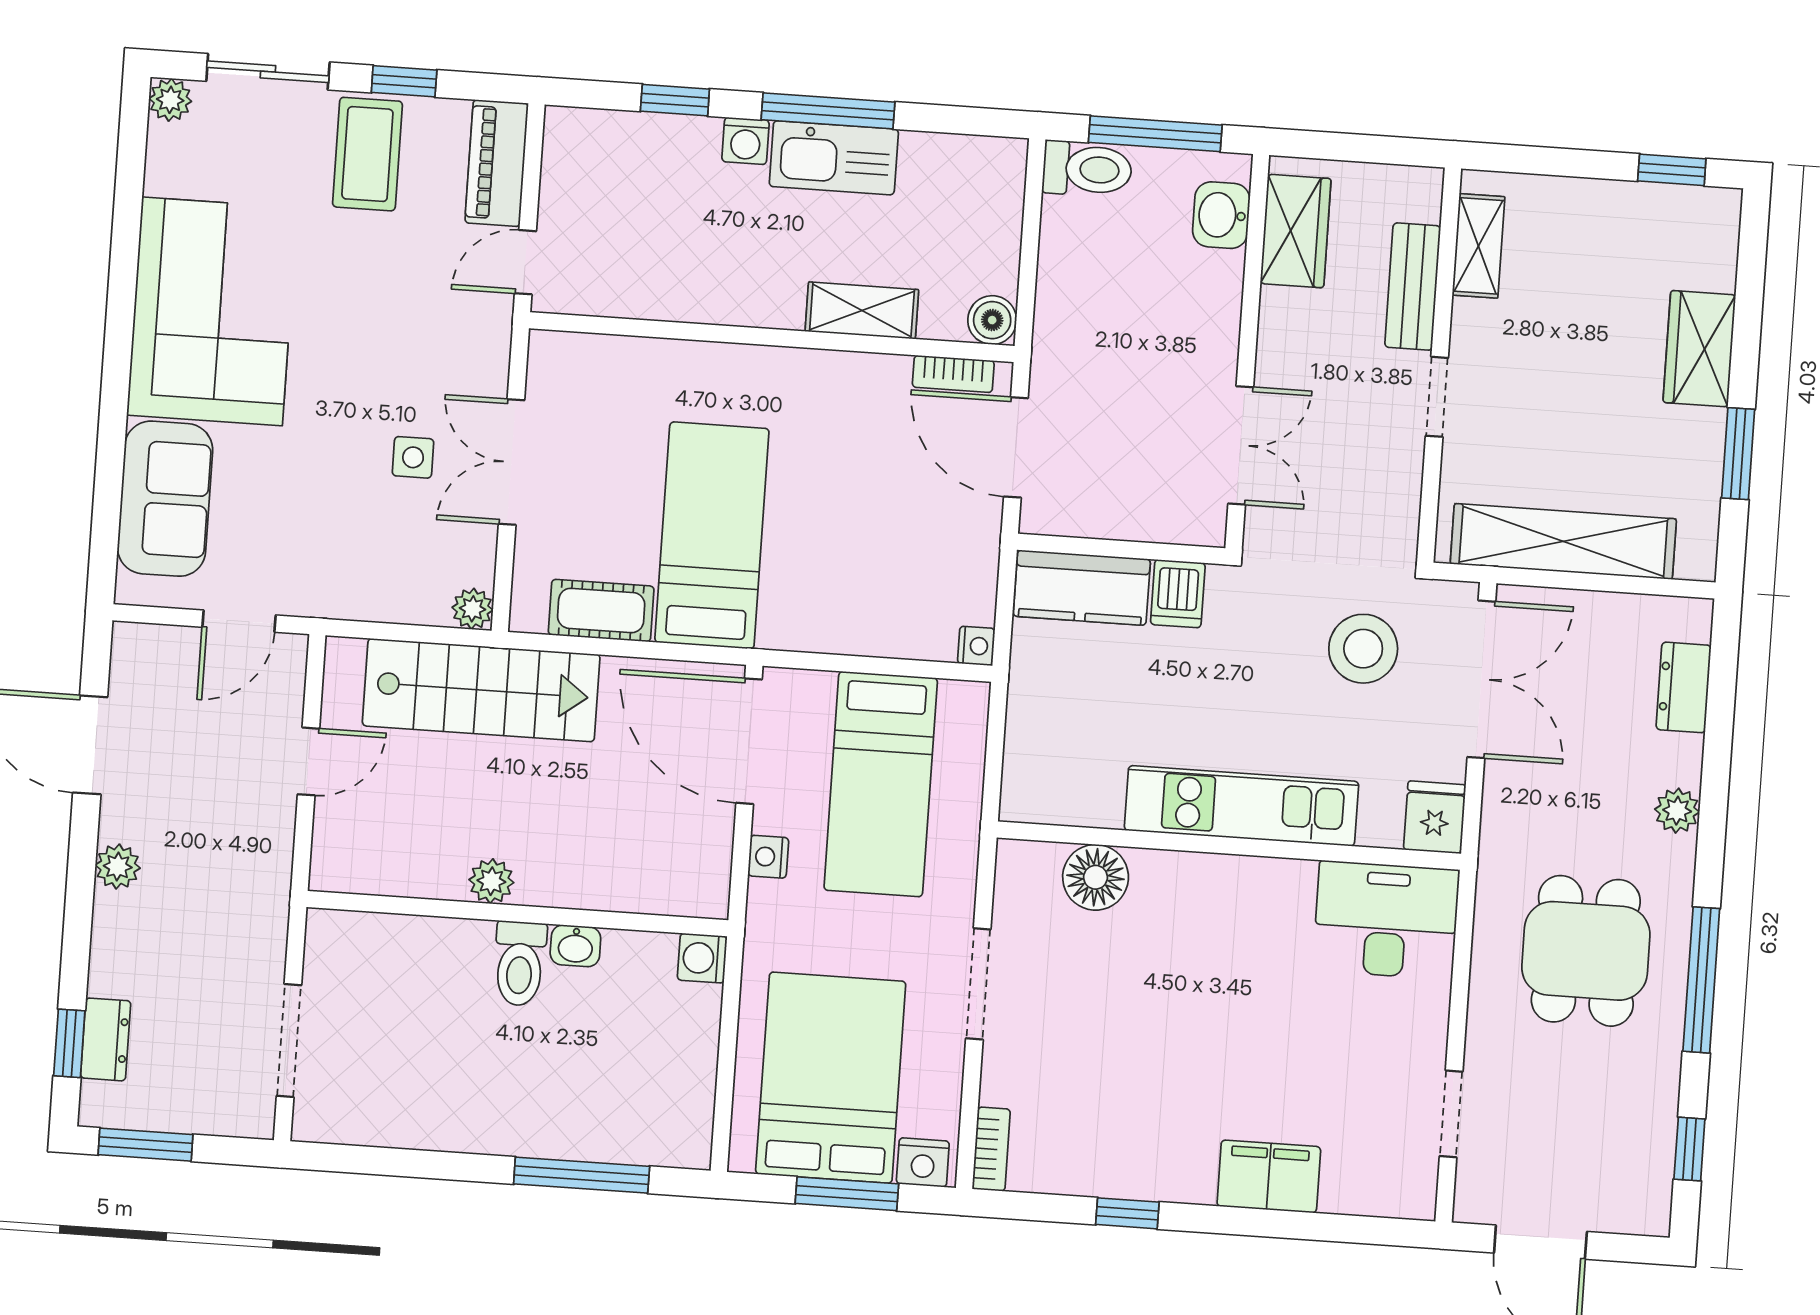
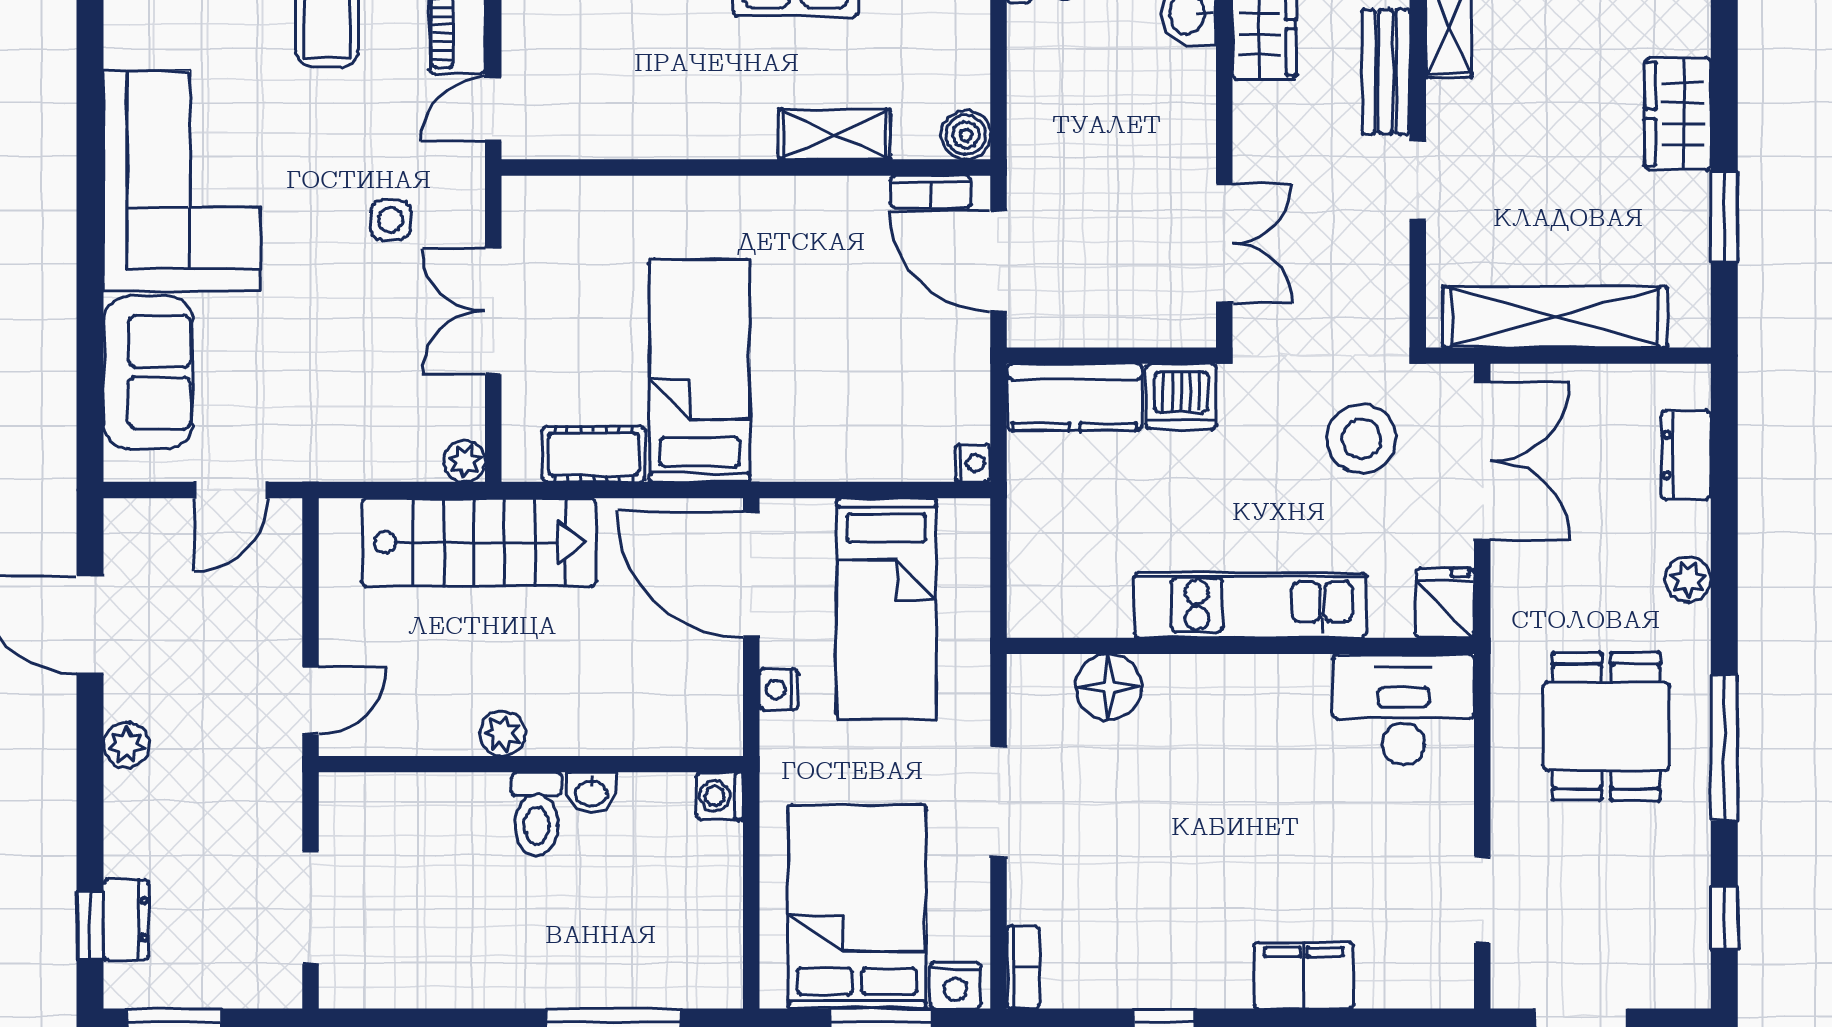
side table: (413, 457) -> (391, 220), moved
dishwasher: (1178, 594) -> (1181, 396), width x1.38
door: (309, 761) -> (310, 701), moved

